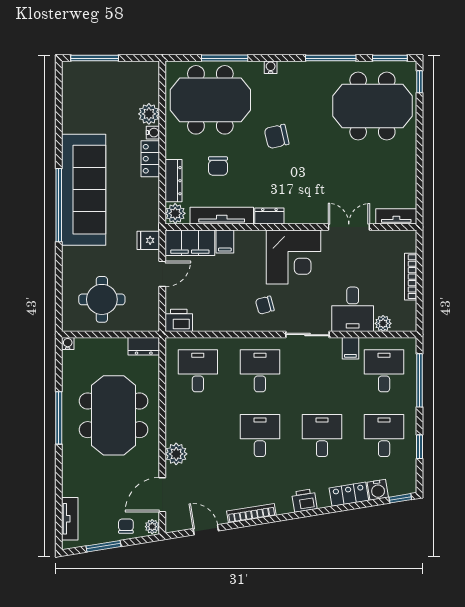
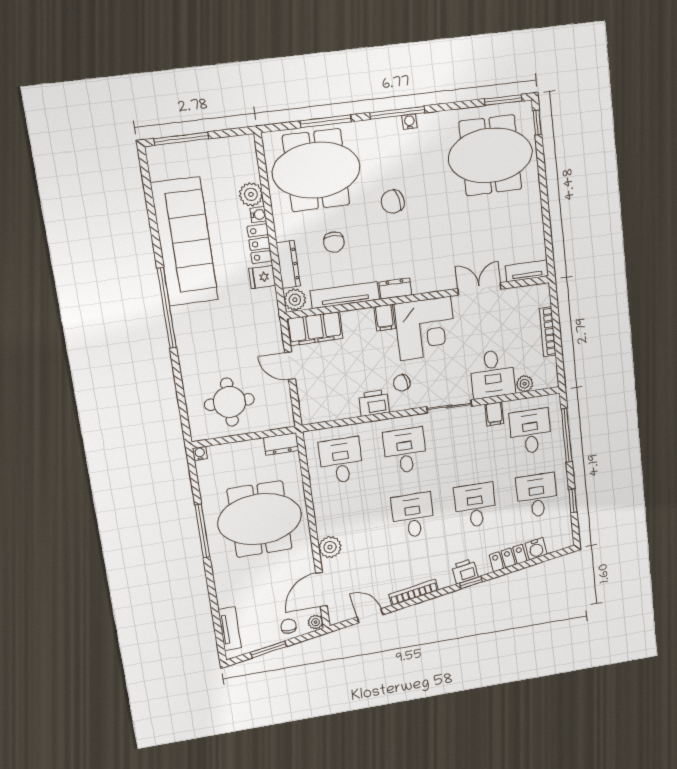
window: (331, 58) -> (397, 113), moved
water cooler: (271, 67) -> (410, 122), moved
sofa: (84, 190) -> (185, 242), moved
fridge: (148, 240) -> (262, 277), moved
filing cabinet: (225, 241) -> (385, 318), moved
door: (162, 274) -> (290, 366), swing flipped
printer: (179, 320) -> (374, 403), moved
meeting table: (114, 415) -> (260, 519), turned 90
window: (400, 498) -> (471, 583), moved

